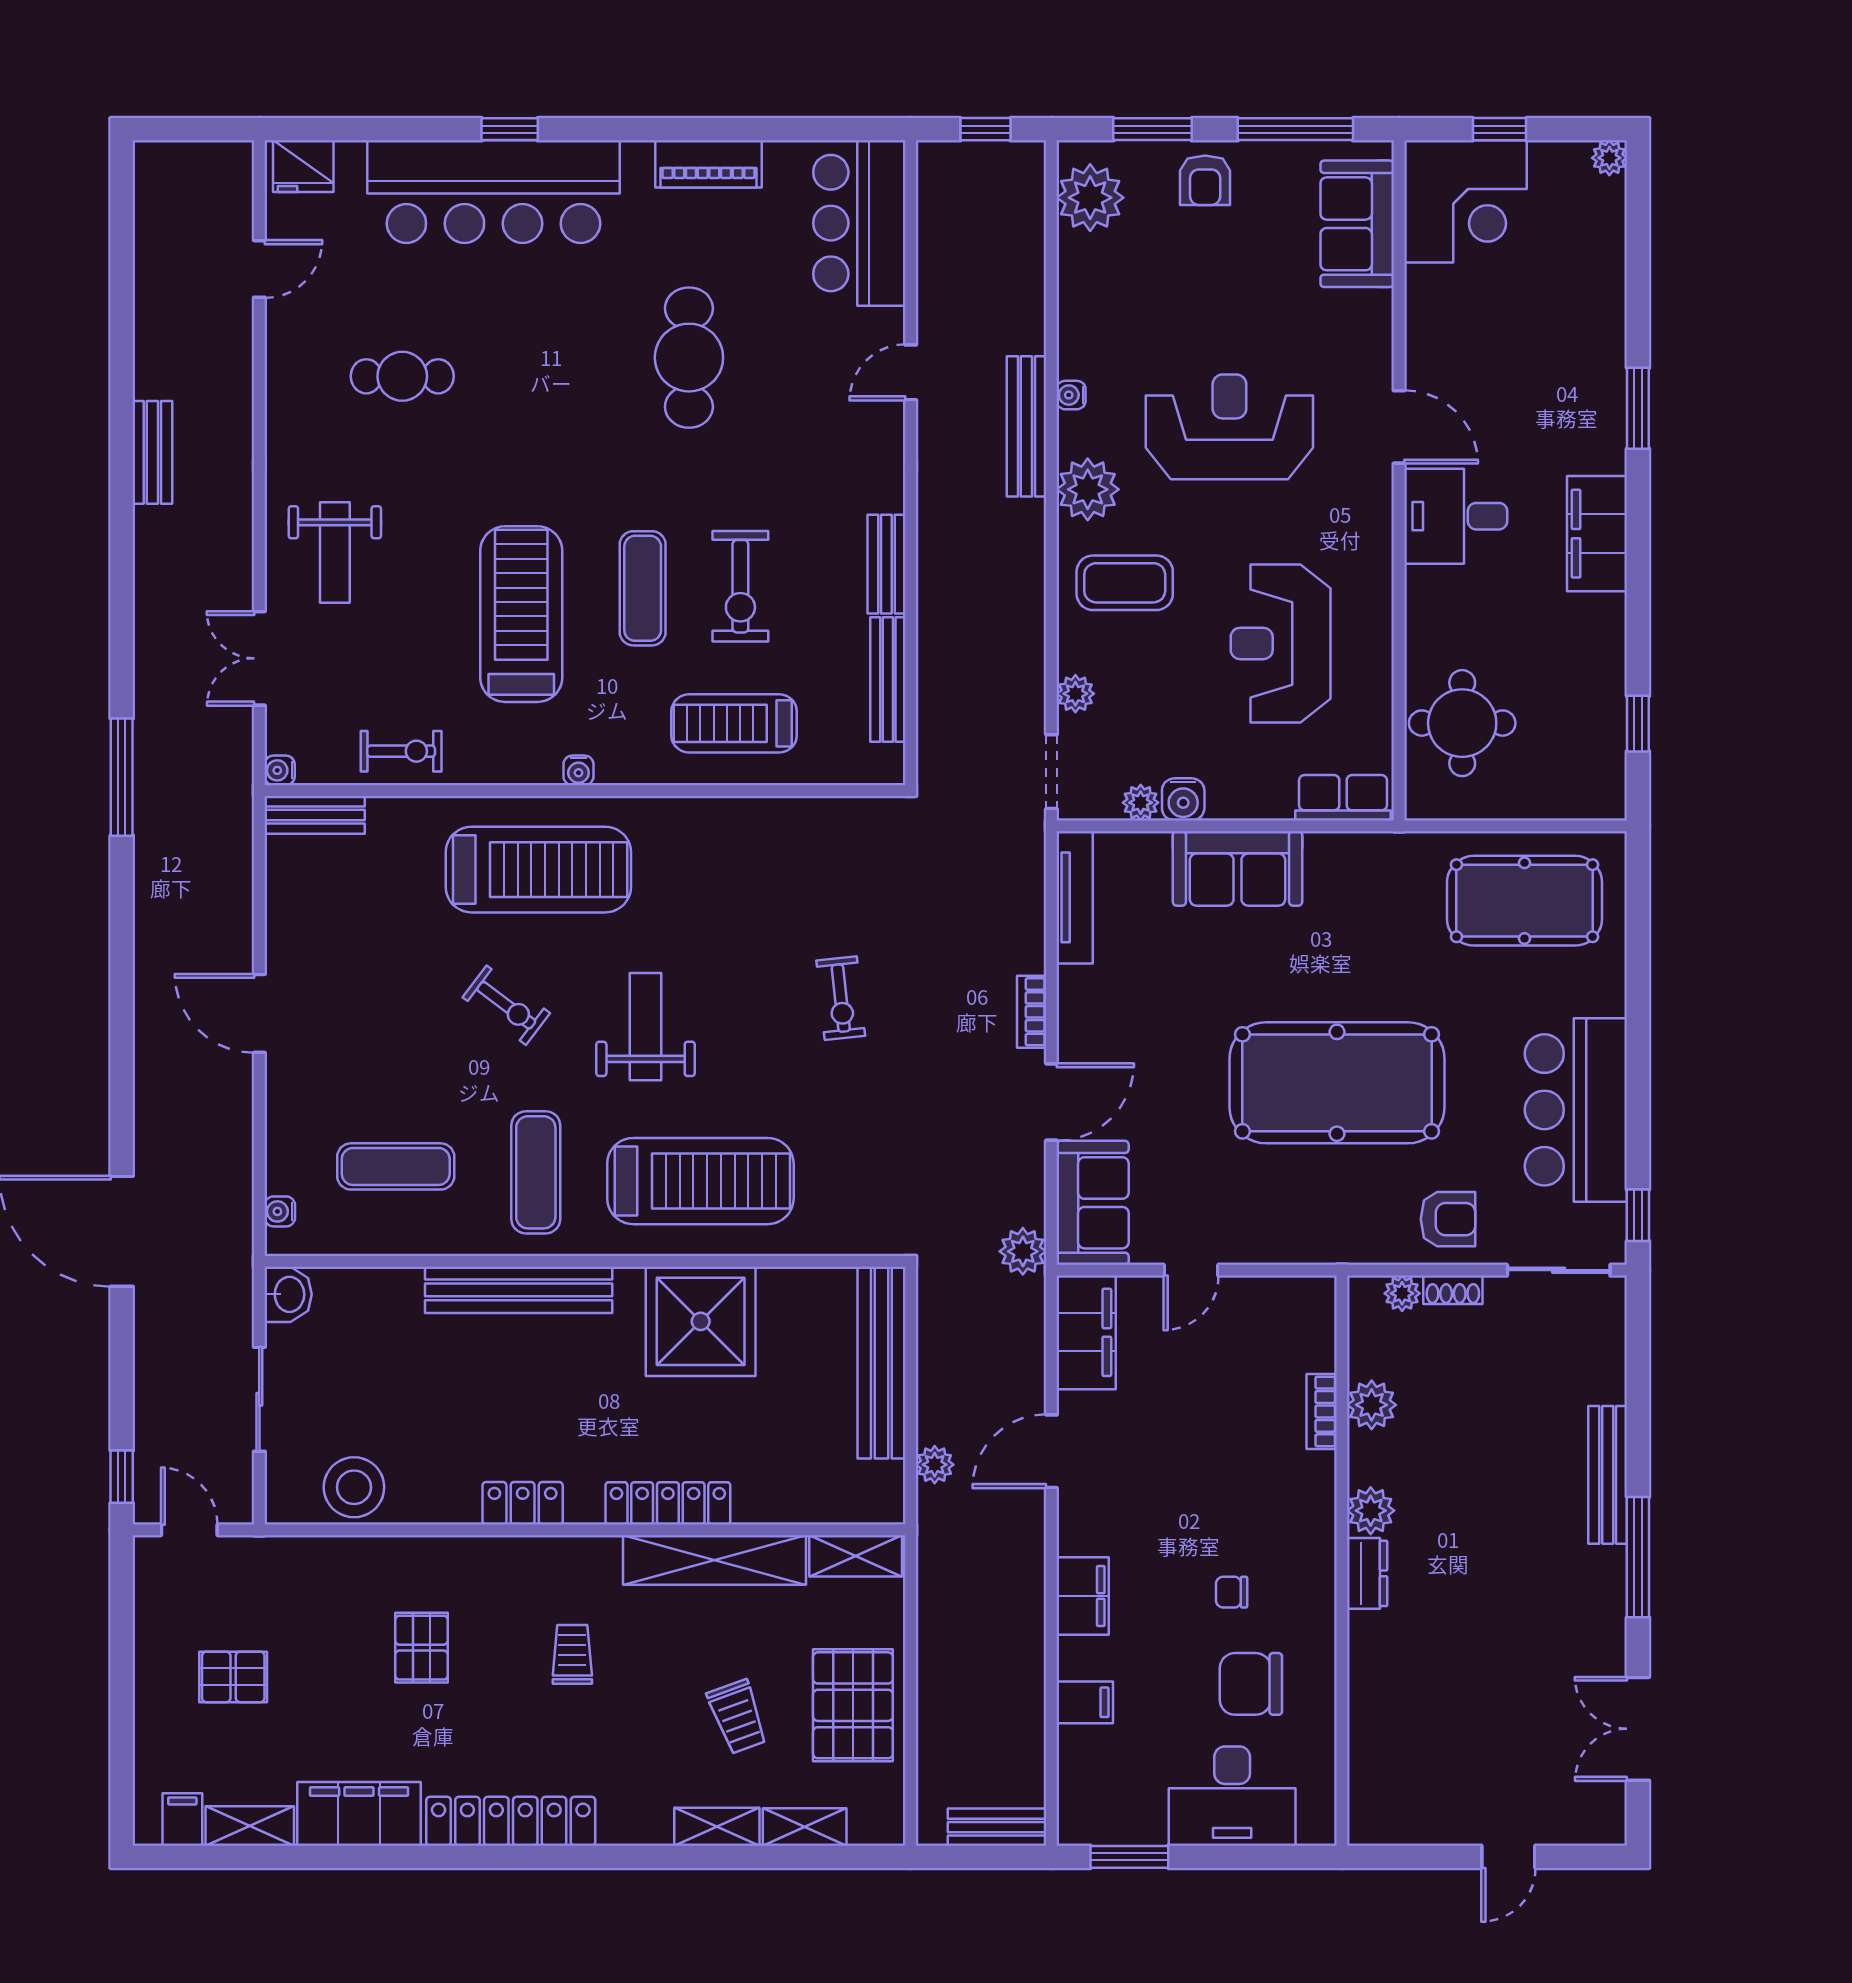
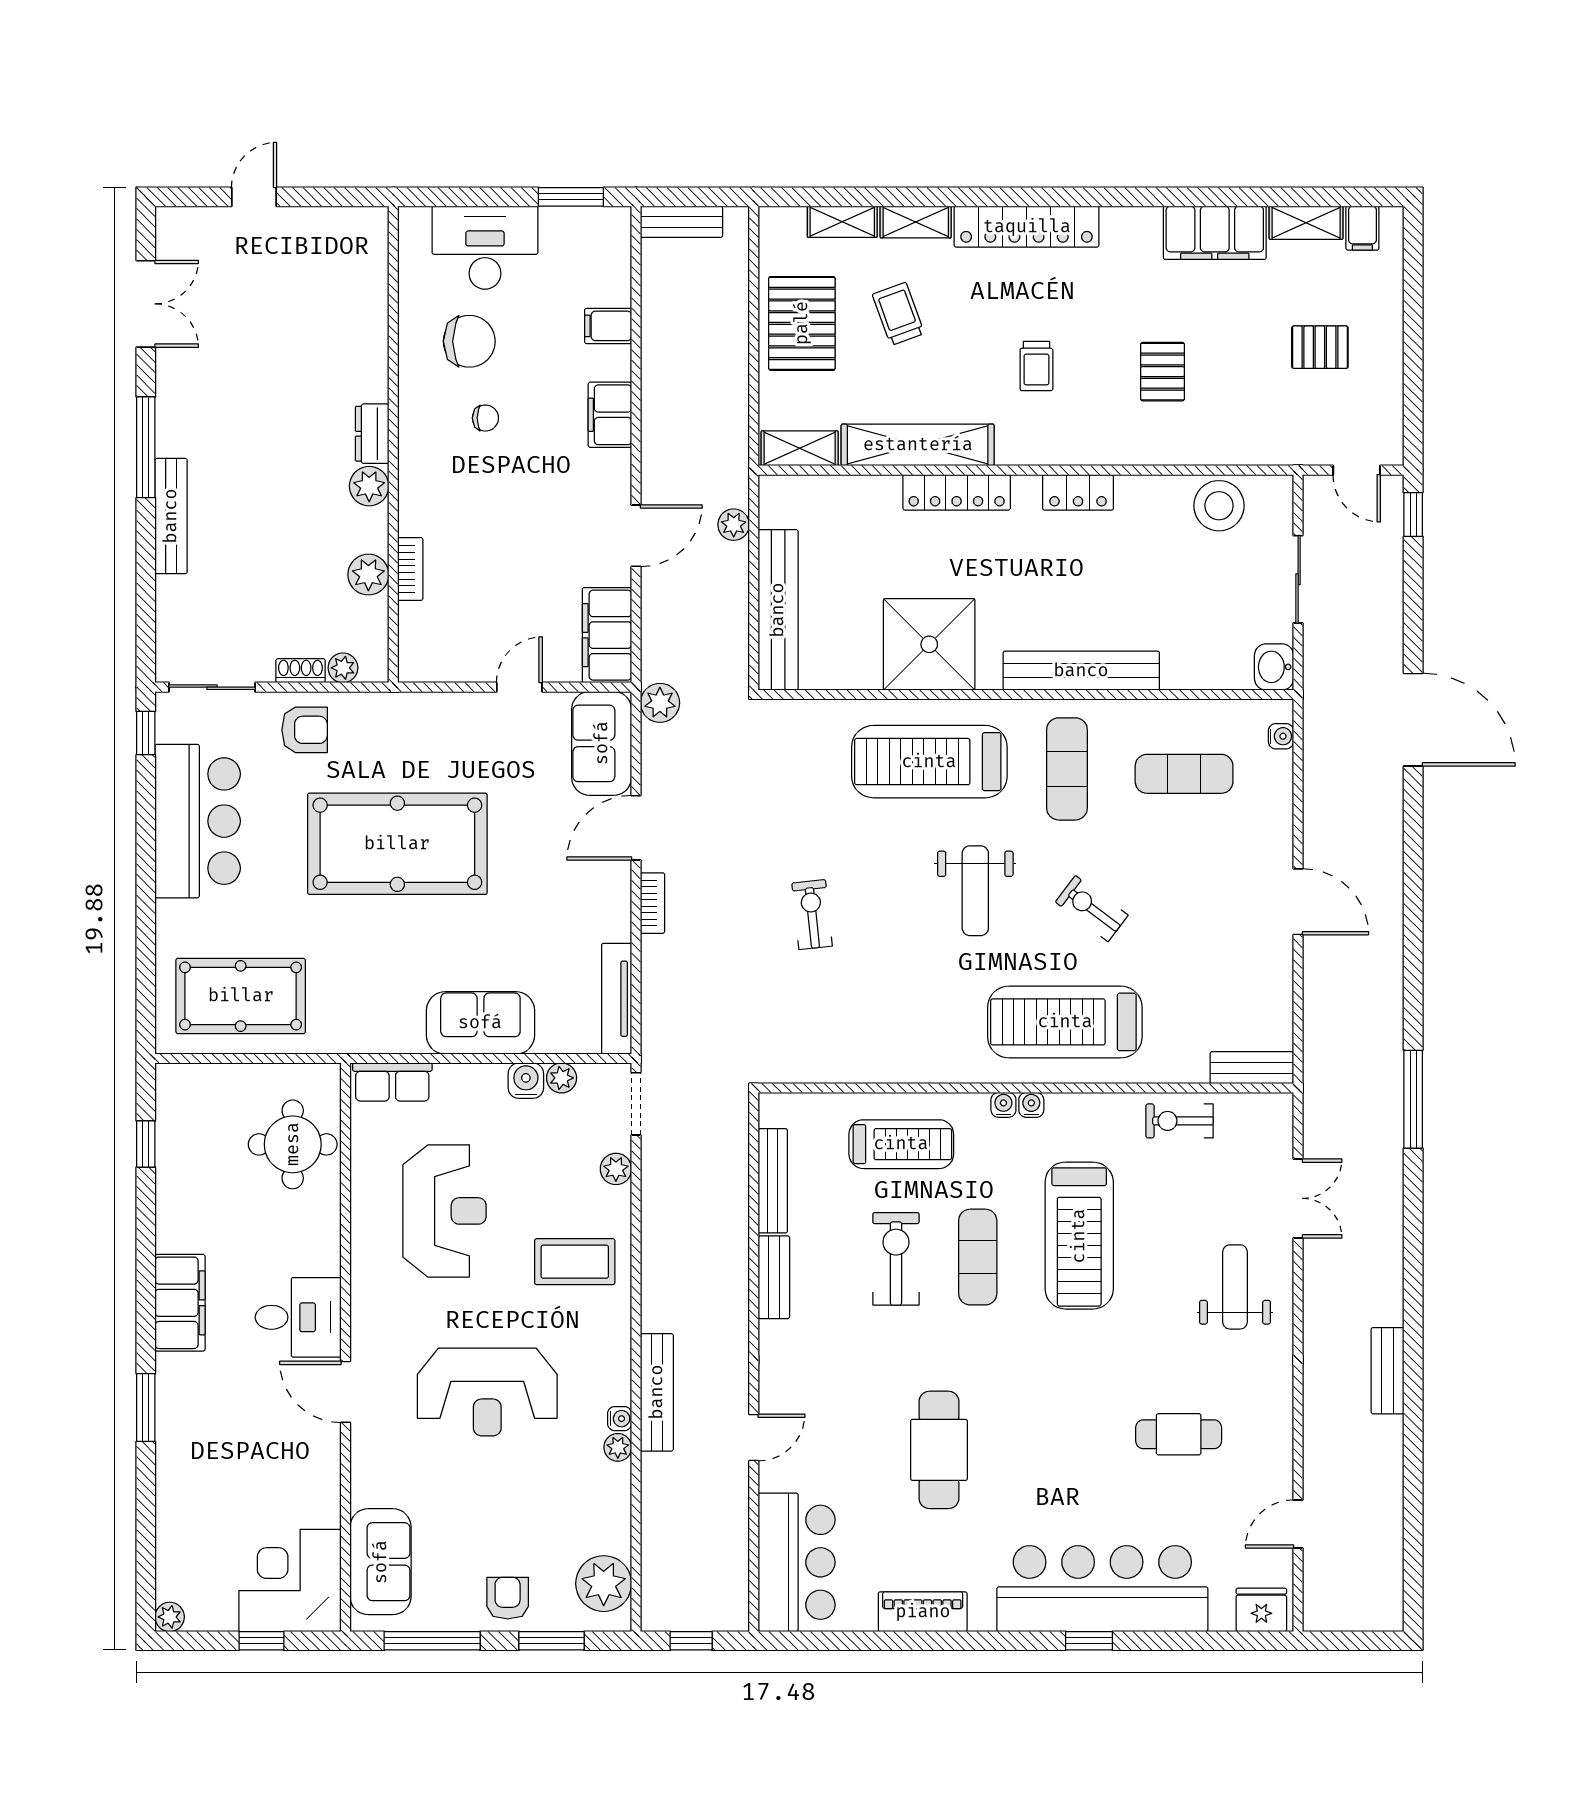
plant: (1088, 489) -> (618, 1447), moved, width x0.53, depth x0.53
water cooler: (280, 770) -> (1003, 1105), moved, turned -90
armchair: (1448, 1219) -> (305, 730), turned 180
locker: (511, 1821) -> (1027, 227), moved

